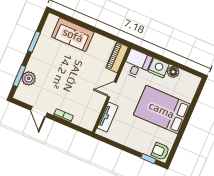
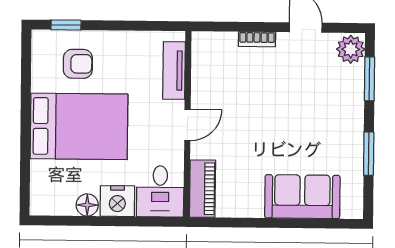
plant: (29, 78) -> (351, 49), moved
armchair: (160, 151) -> (78, 64), moved

